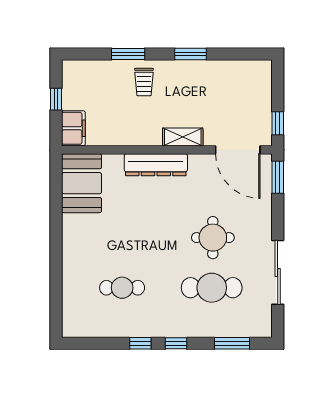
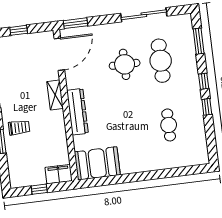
window: (278, 123) -> (19, 30), moved

